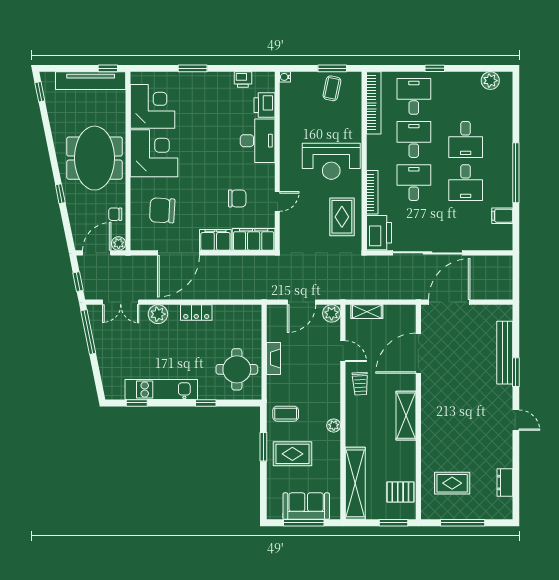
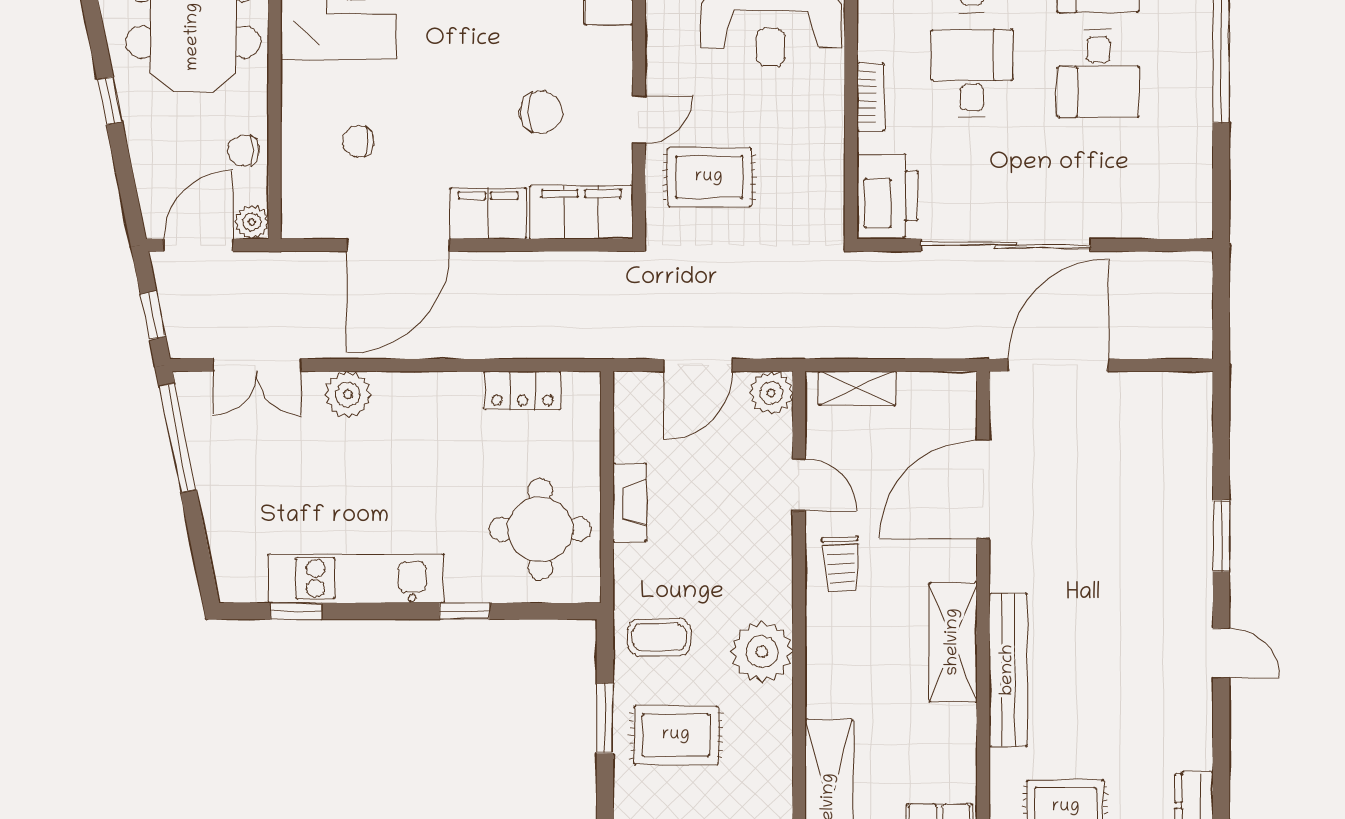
bookcase: (372, 192) -> (871, 97), width x0.64
chair: (162, 210) -> (358, 141), width x0.54, depth x0.54
filing cabinet: (502, 216) -> (1188, 154), removed
rug: (342, 217) -> (709, 177), moved, turned 90
locker: (196, 312) -> (522, 390), moved
bench: (505, 353) -> (1008, 670), moved
plant: (334, 426) -> (762, 652), width x1.87, depth x1.87

